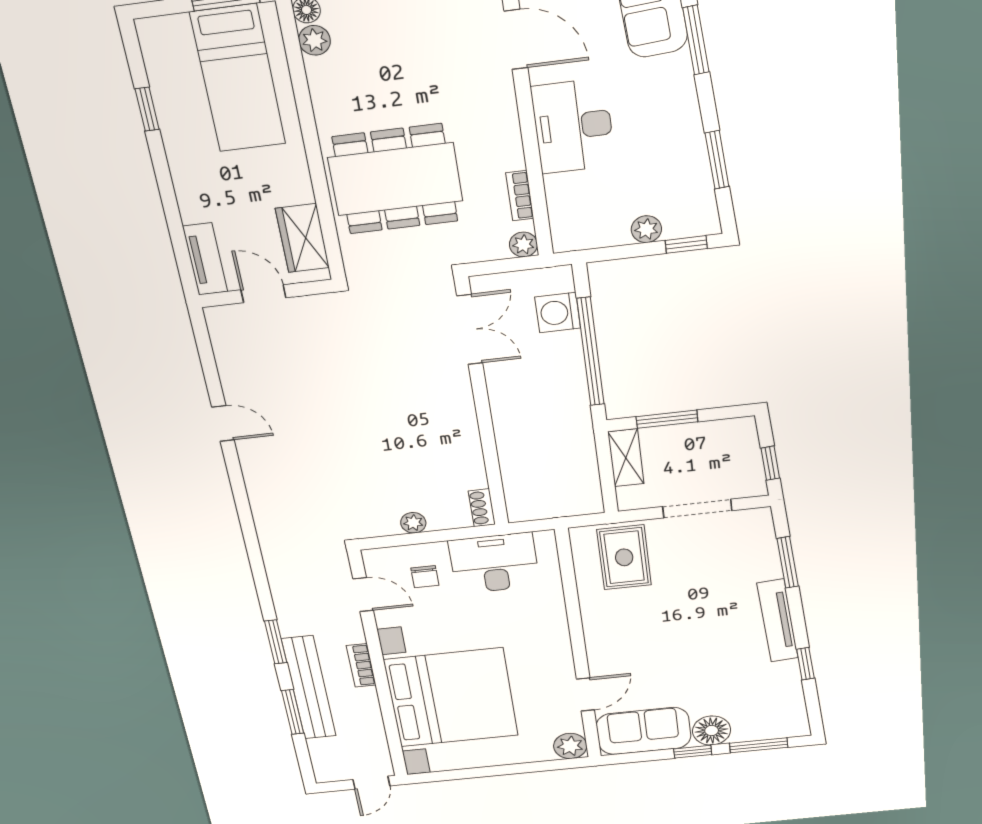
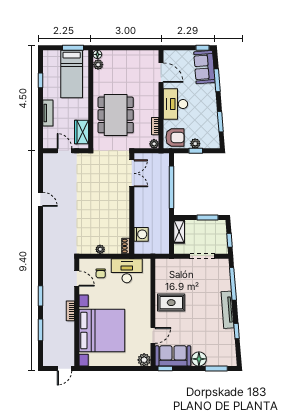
dining table: (395, 179) -> (116, 115), turned 90
armchair: (584, 220) -> (175, 138), added
window: (686, 244) -> (196, 151), moved
tv unit: (205, 259) -> (48, 113), moved
washing machine: (558, 313) -> (141, 234), moved, turned 180
window: (667, 419) -> (208, 218), moved
rug: (624, 557) -> (171, 303), moved, turned 90
window: (788, 562) -> (233, 284), width x1.44
bench: (309, 688) -> (49, 319), removed
window: (693, 752) -> (165, 369), moved

